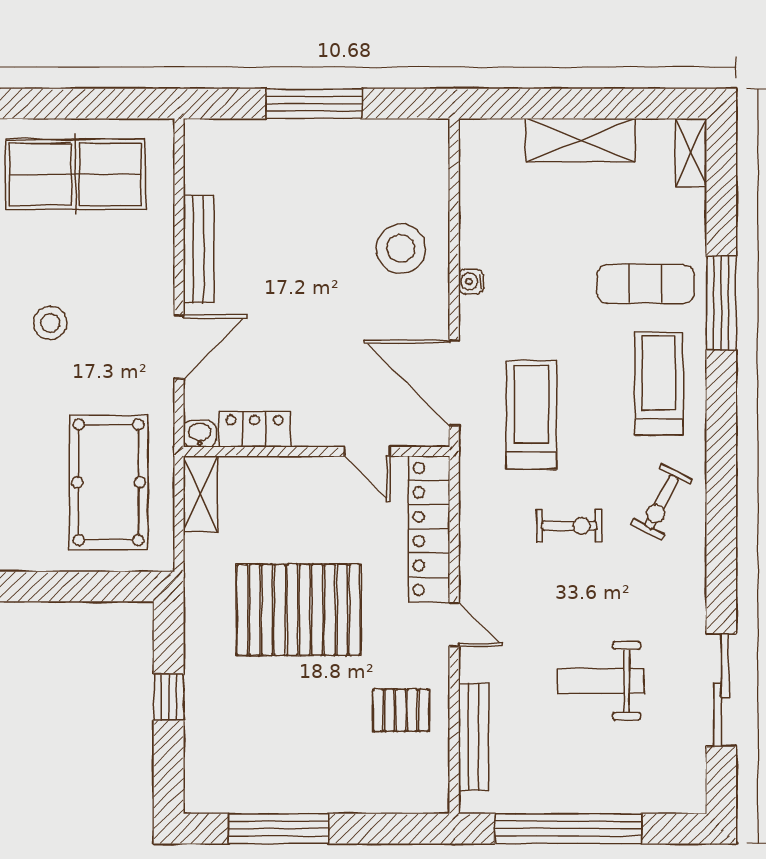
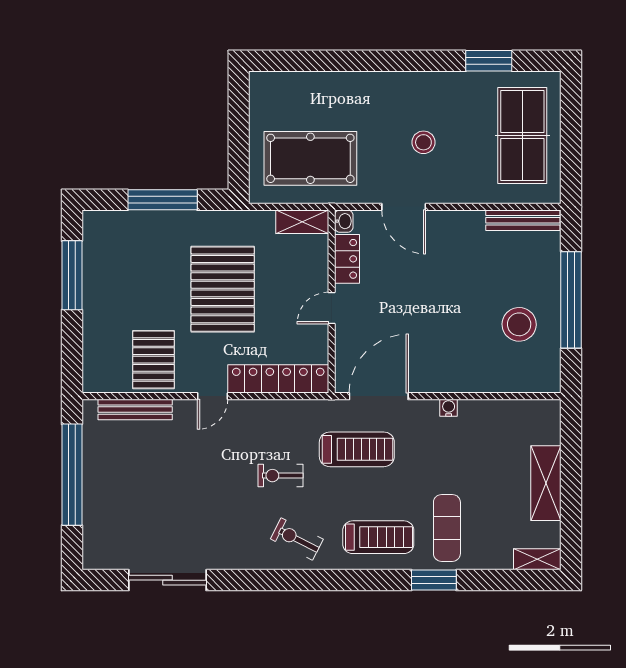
window: (314, 104) -> (571, 300), width x1.46
bench: (198, 249) -> (523, 220), moved
stool: (401, 249) -> (519, 324), moved
window: (721, 303) -> (434, 580), width x0.69
stool: (50, 323) -> (423, 142), moved
door: (367, 451) -> (332, 308), moved
exercise bike: (569, 526) -> (280, 476), turned 90
weight bench: (601, 681) -> (174, 497), removed
window: (169, 697) -> (163, 200), width x2.17
pallet: (401, 710) -> (153, 360), width x1.50, depth x1.42

